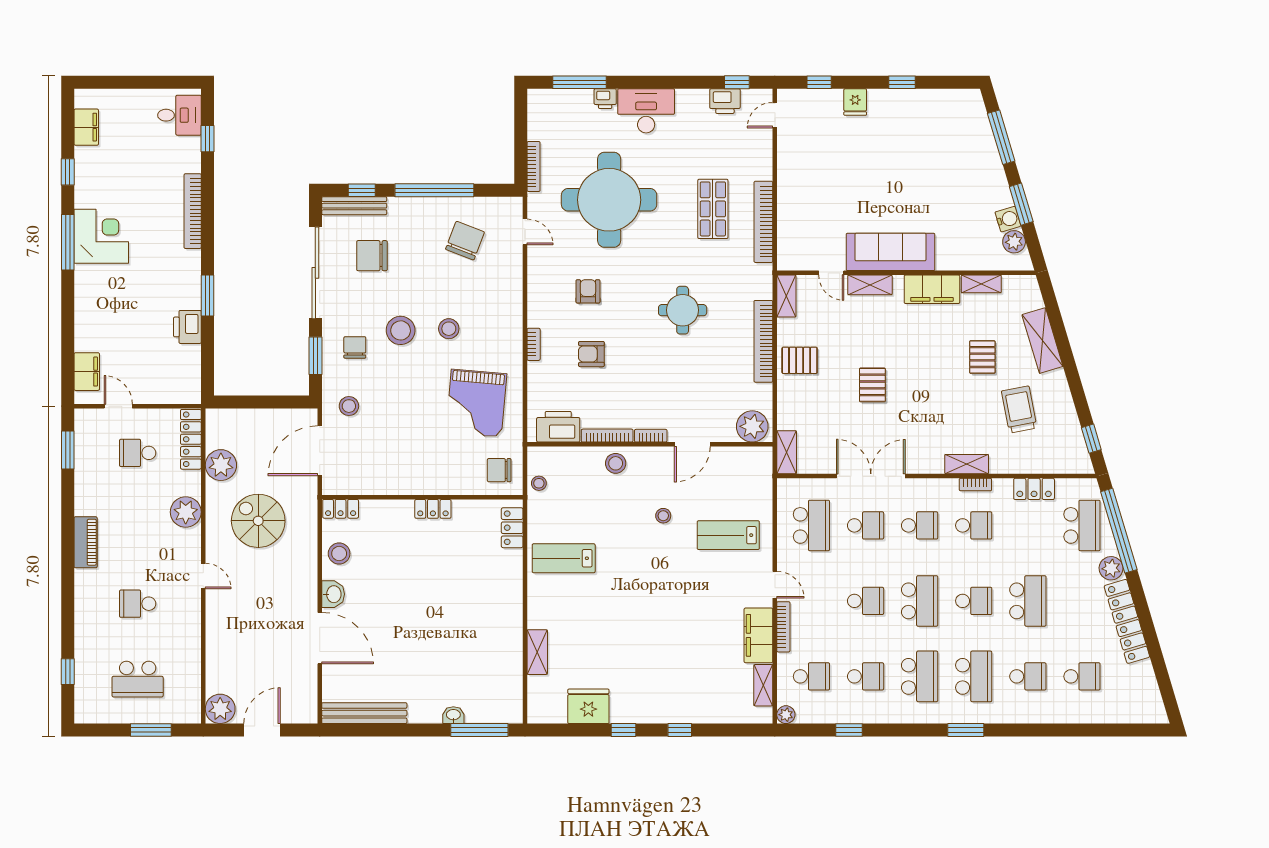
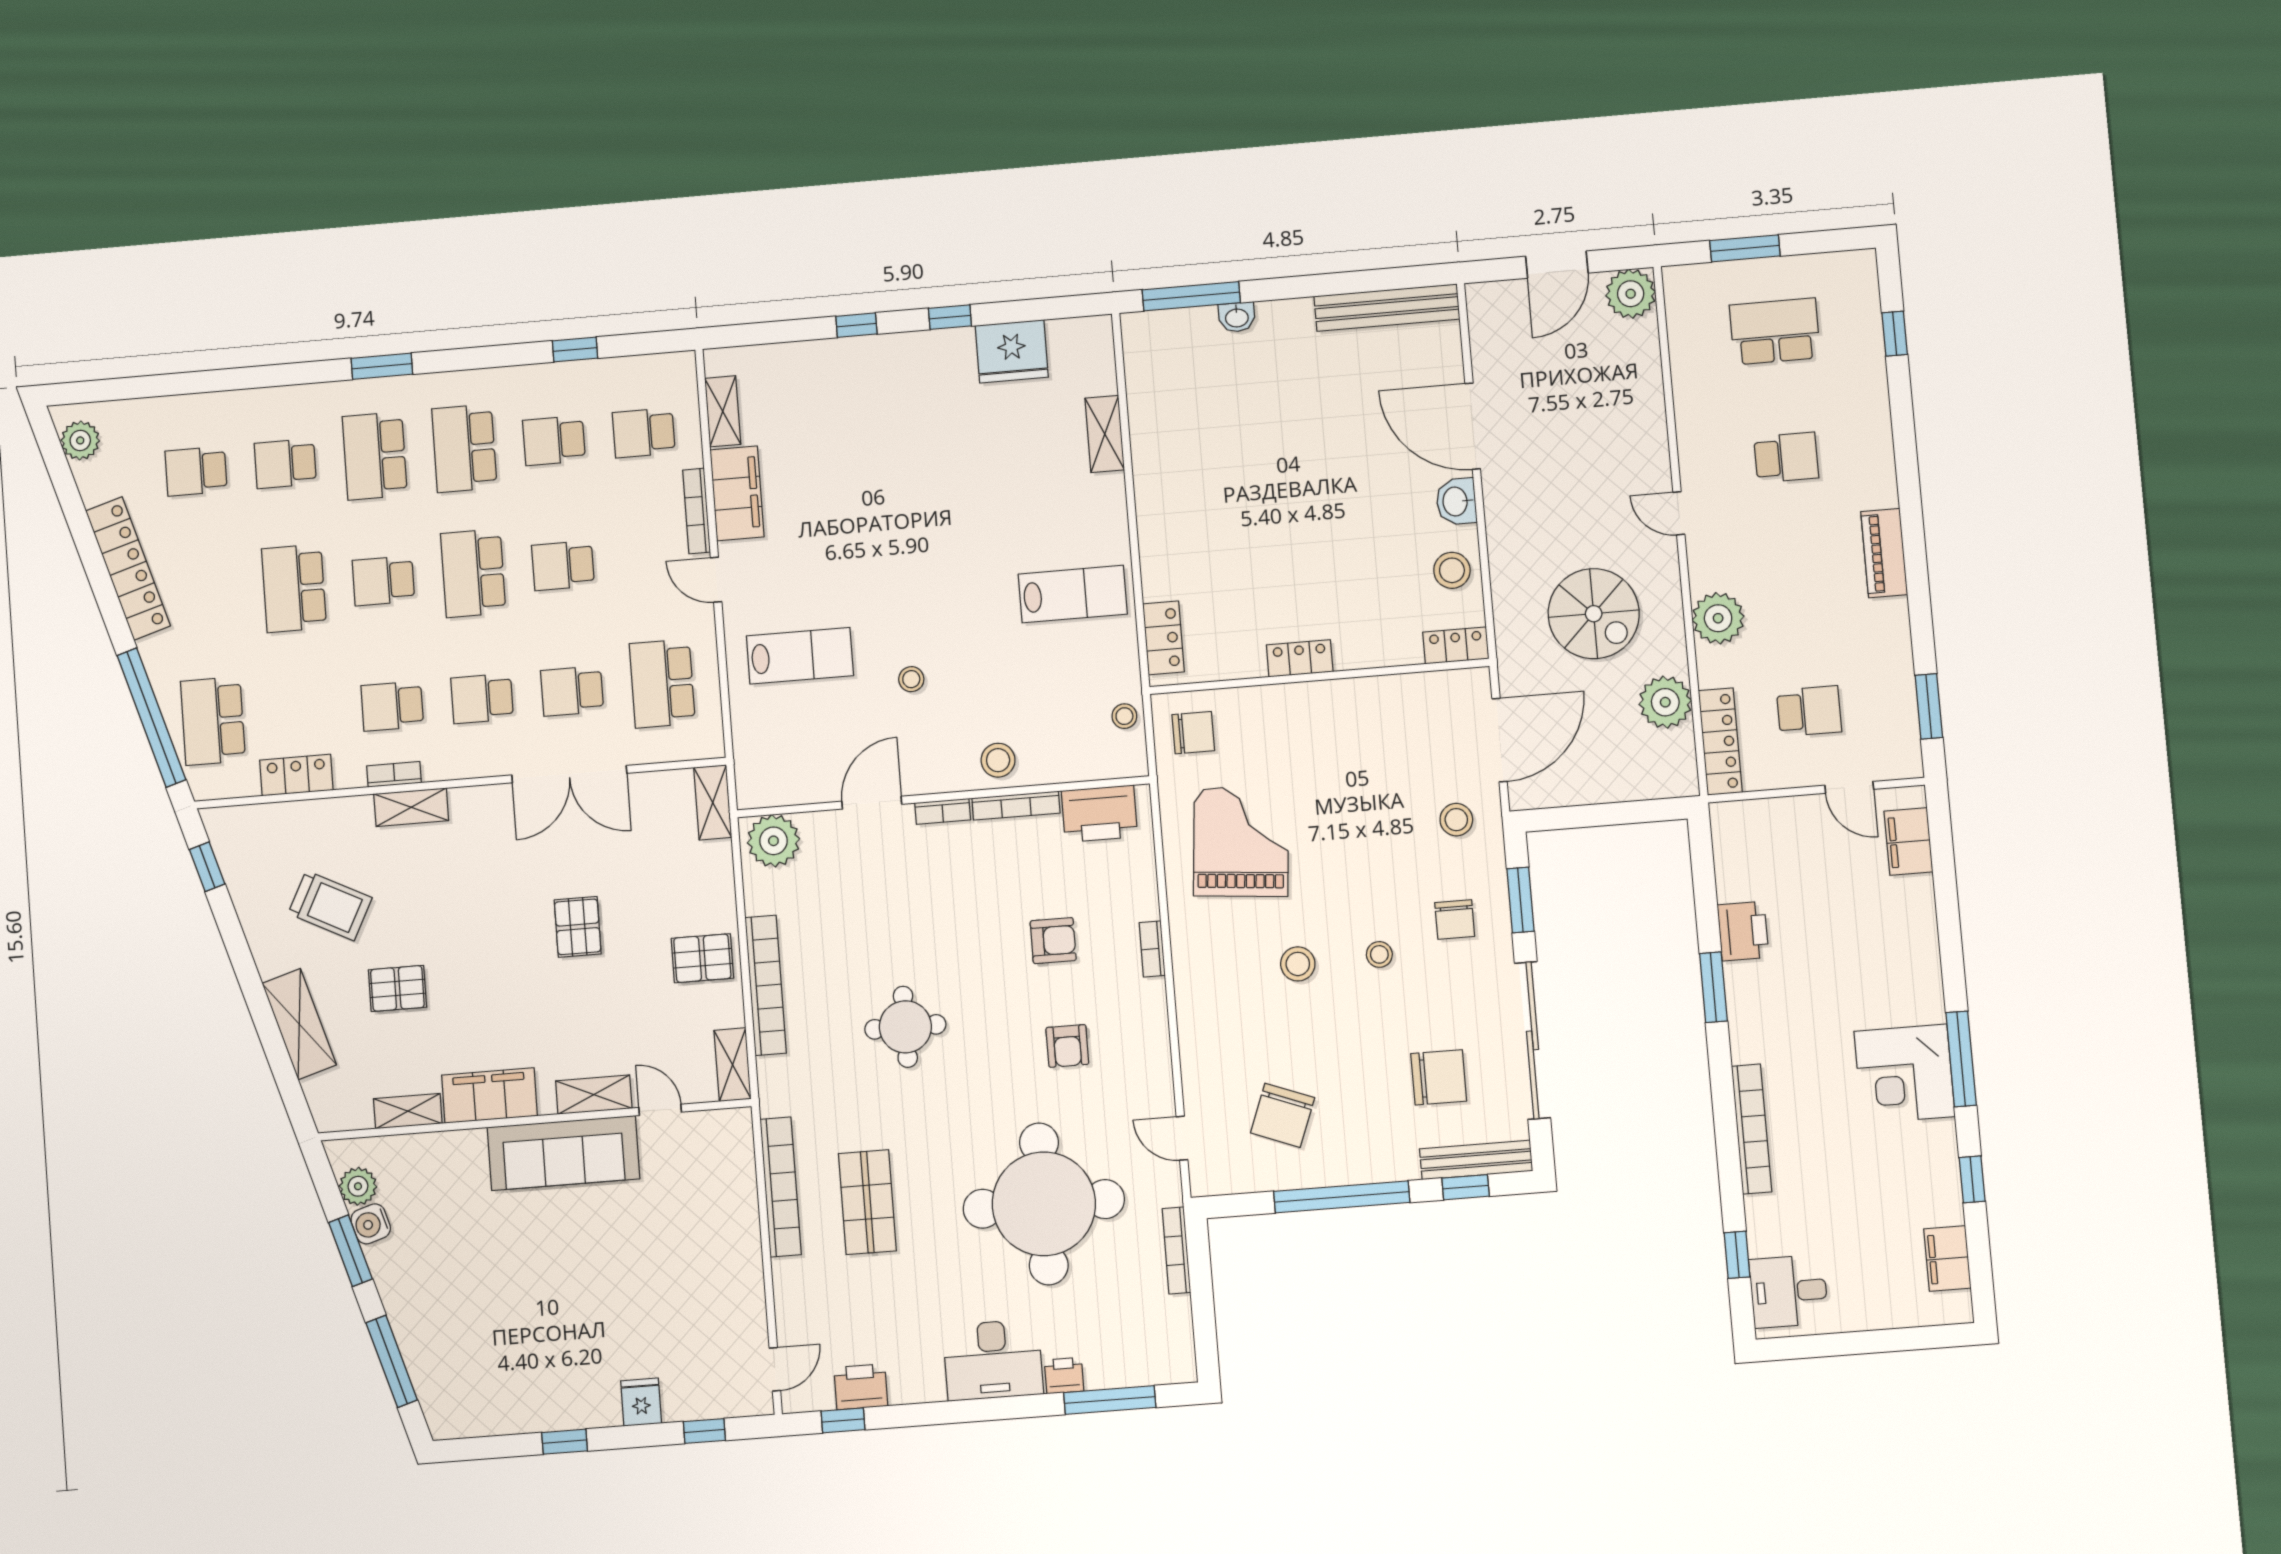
stool: (401, 330) -> (1379, 954), width x0.53, depth x0.53
pallet: (982, 357) -> (397, 988), turned 90
trolley: (1019, 409) -> (330, 906), turned -52
plant: (1111, 568) -> (80, 440), moved
plant: (786, 715) -> (682, 366), removed

